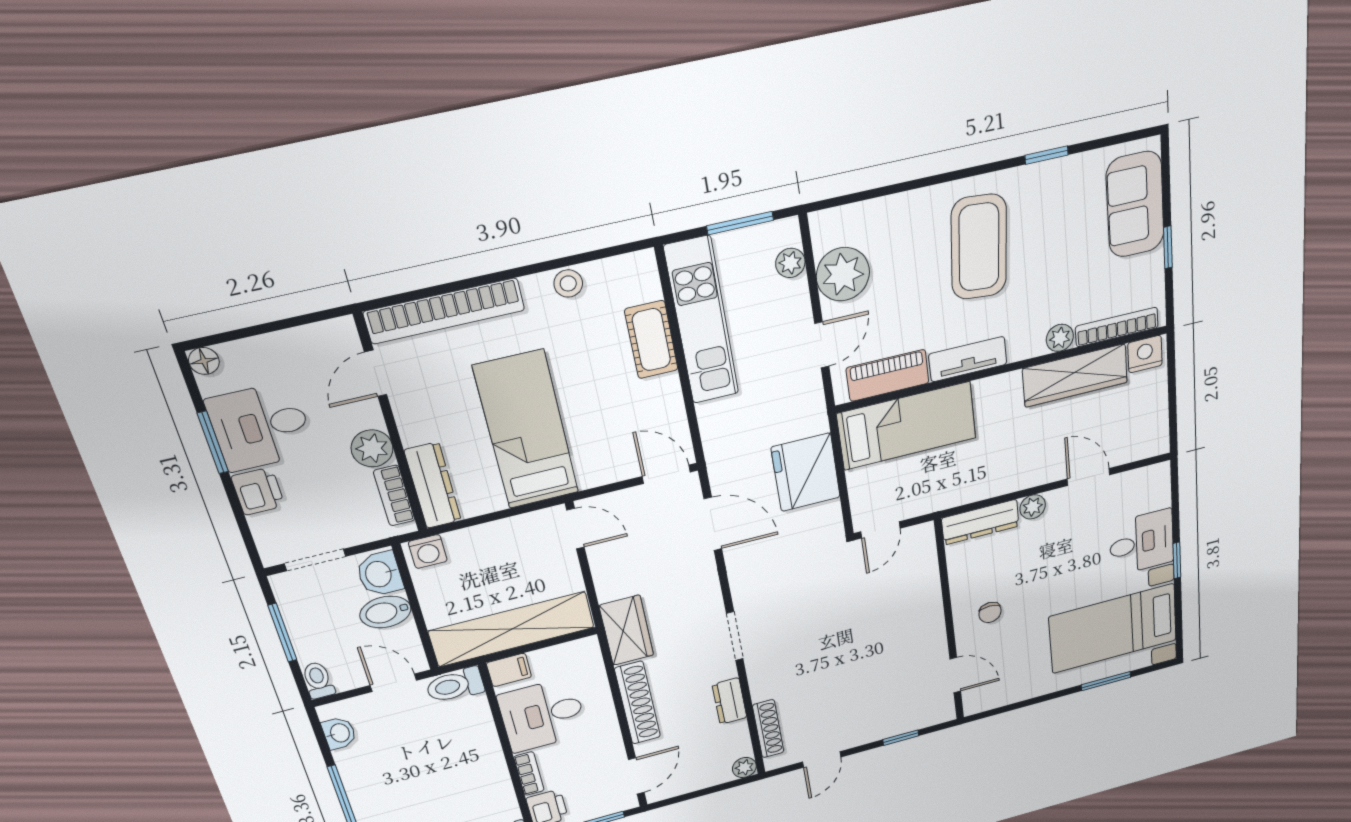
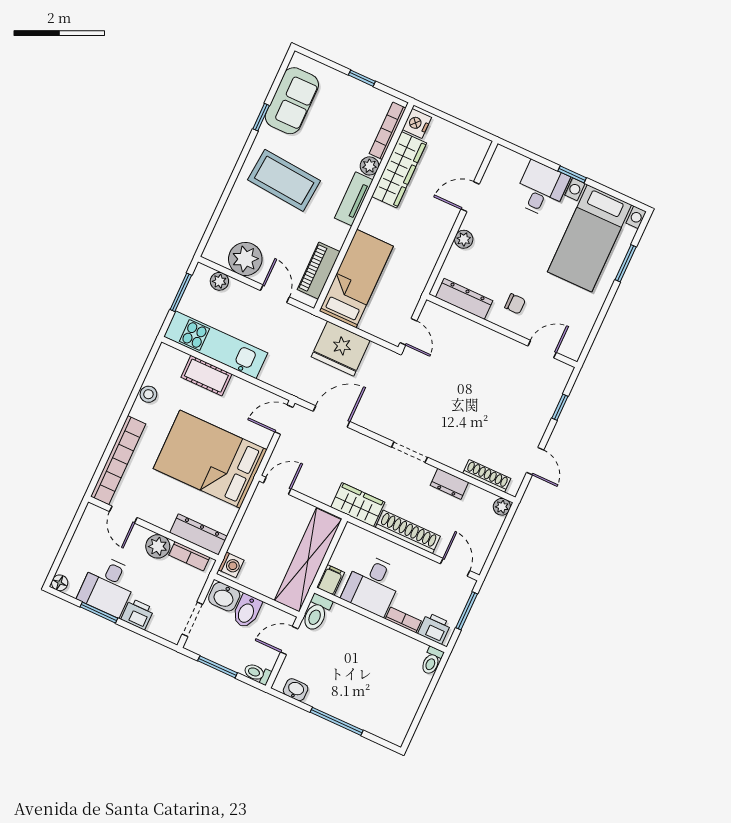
sofa: (1135, 205) -> (292, 101), moved, turned -90
tv unit: (968, 359) -> (354, 199), moved
bed: (526, 430) -> (210, 459), width x1.50
dresser: (980, 522) -> (464, 299), moved, turned -90

